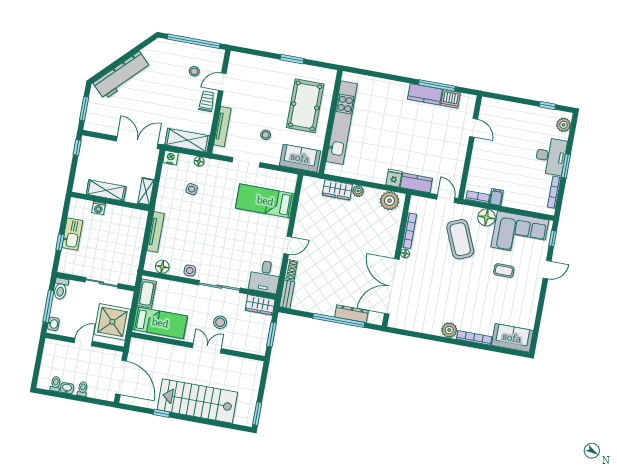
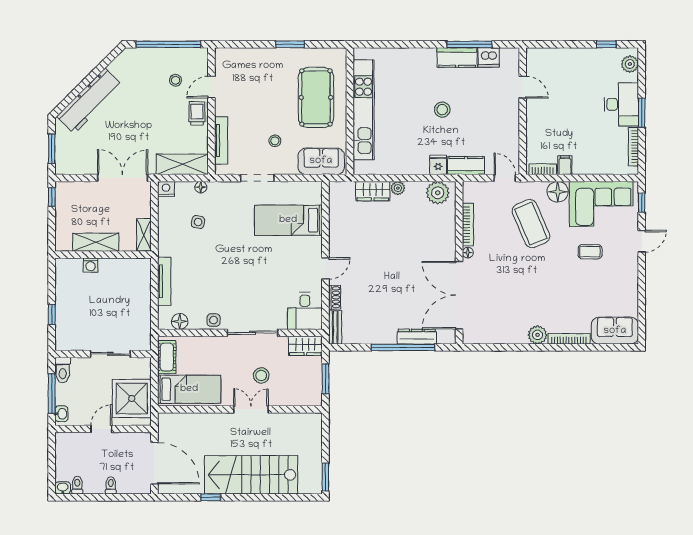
stool: (405, 134) -> (442, 110), added
kitchen sink: (72, 234) -> (65, 302), removed
washbasin: (67, 388) -> (63, 488), moved

